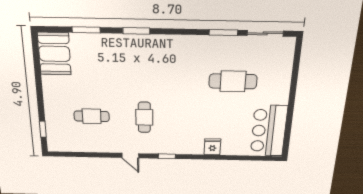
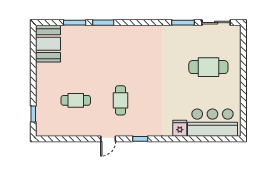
window: (136, 31) -> (103, 23), moved
cafe table: (233, 81) -> (208, 67), moved
bar counter: (269, 131) -> (212, 123), moved, turned 90
door: (130, 156) -> (108, 139), hinge flipped

